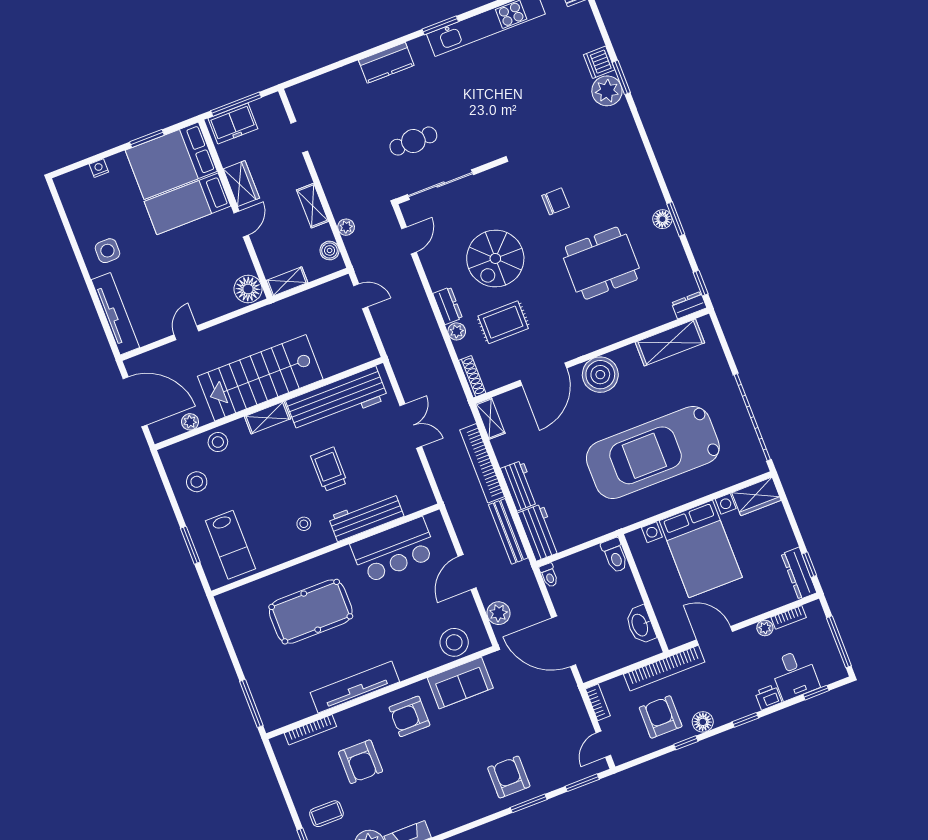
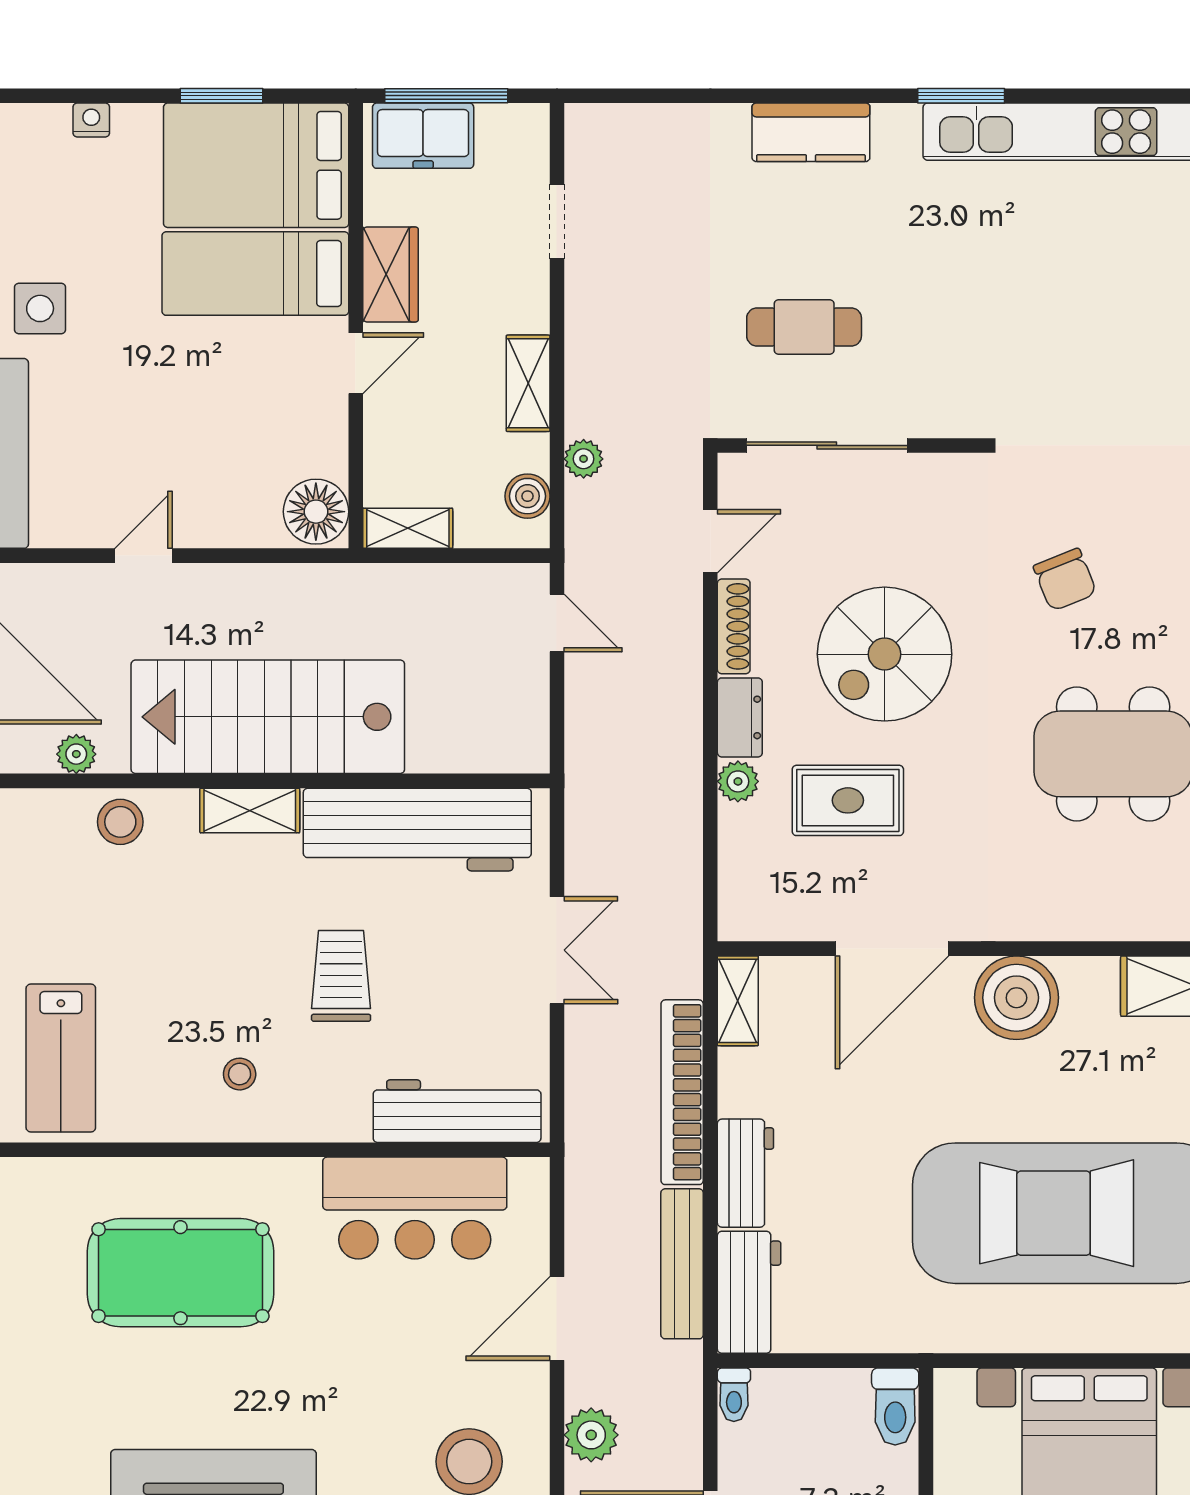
chair: (556, 201) -> (1065, 580), turned 69
shoe rack: (472, 377) -> (734, 626), moved
stool: (197, 482) -> (40, 891), removed
workbench: (366, 517) -> (457, 1111), moved

